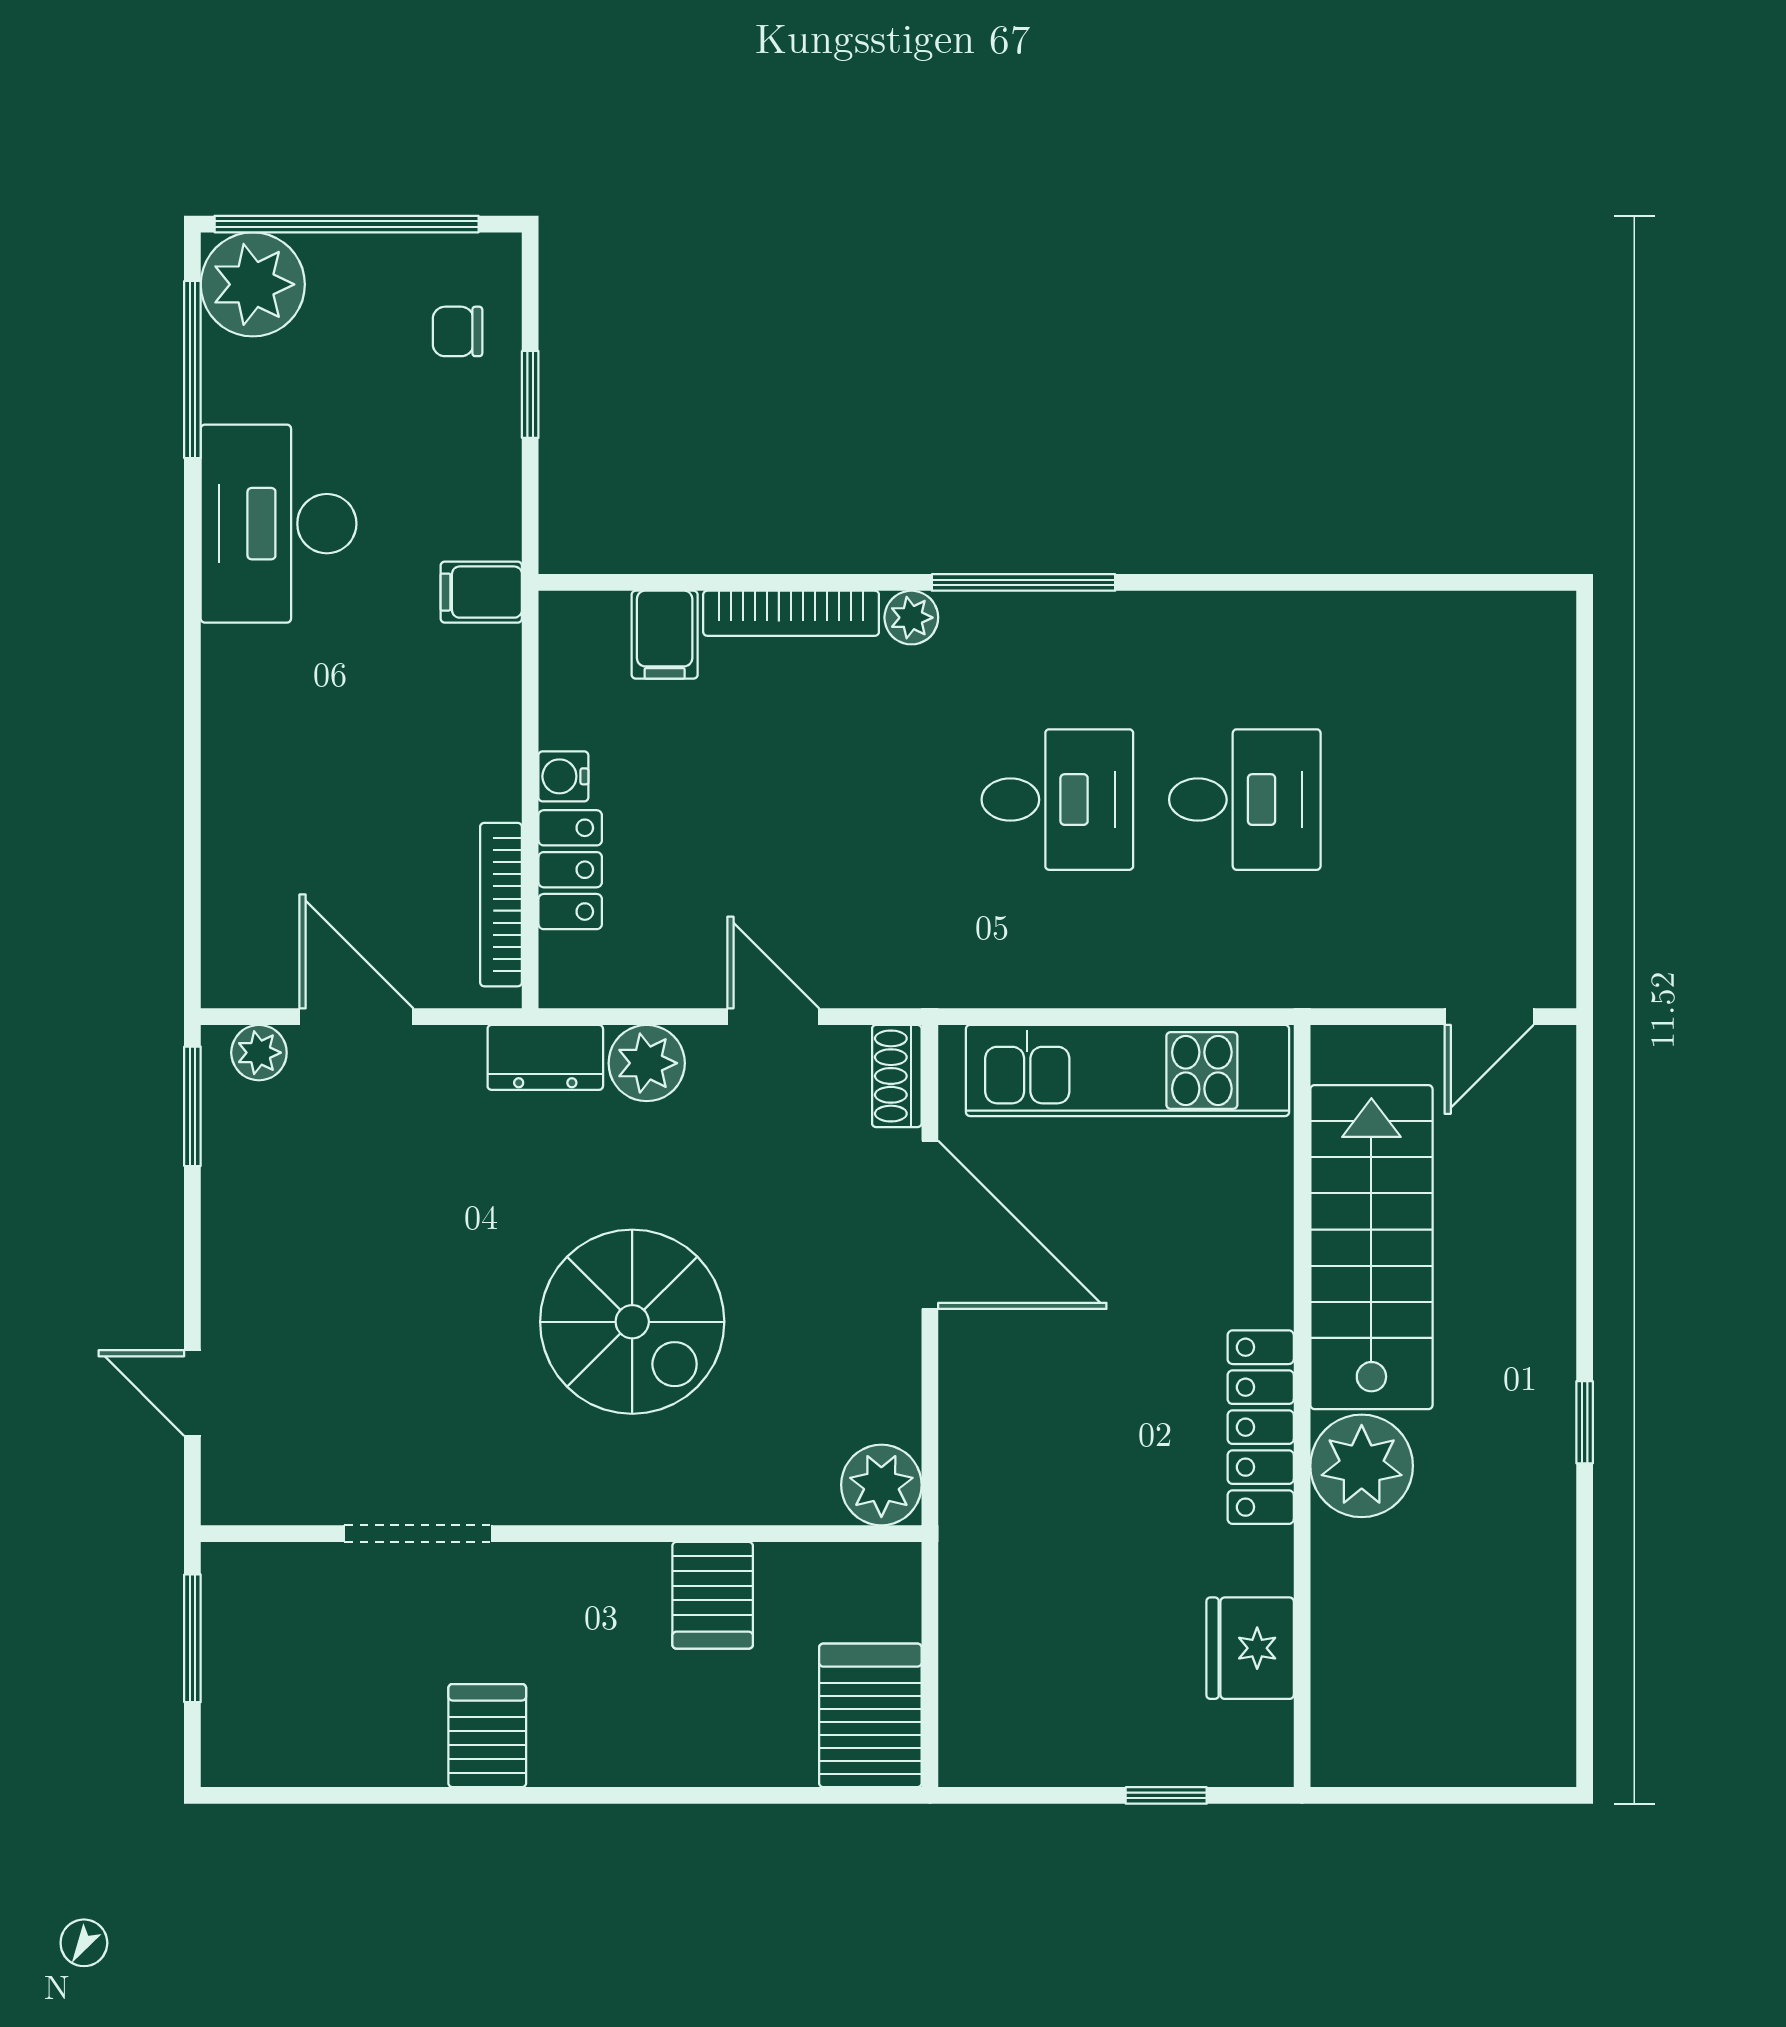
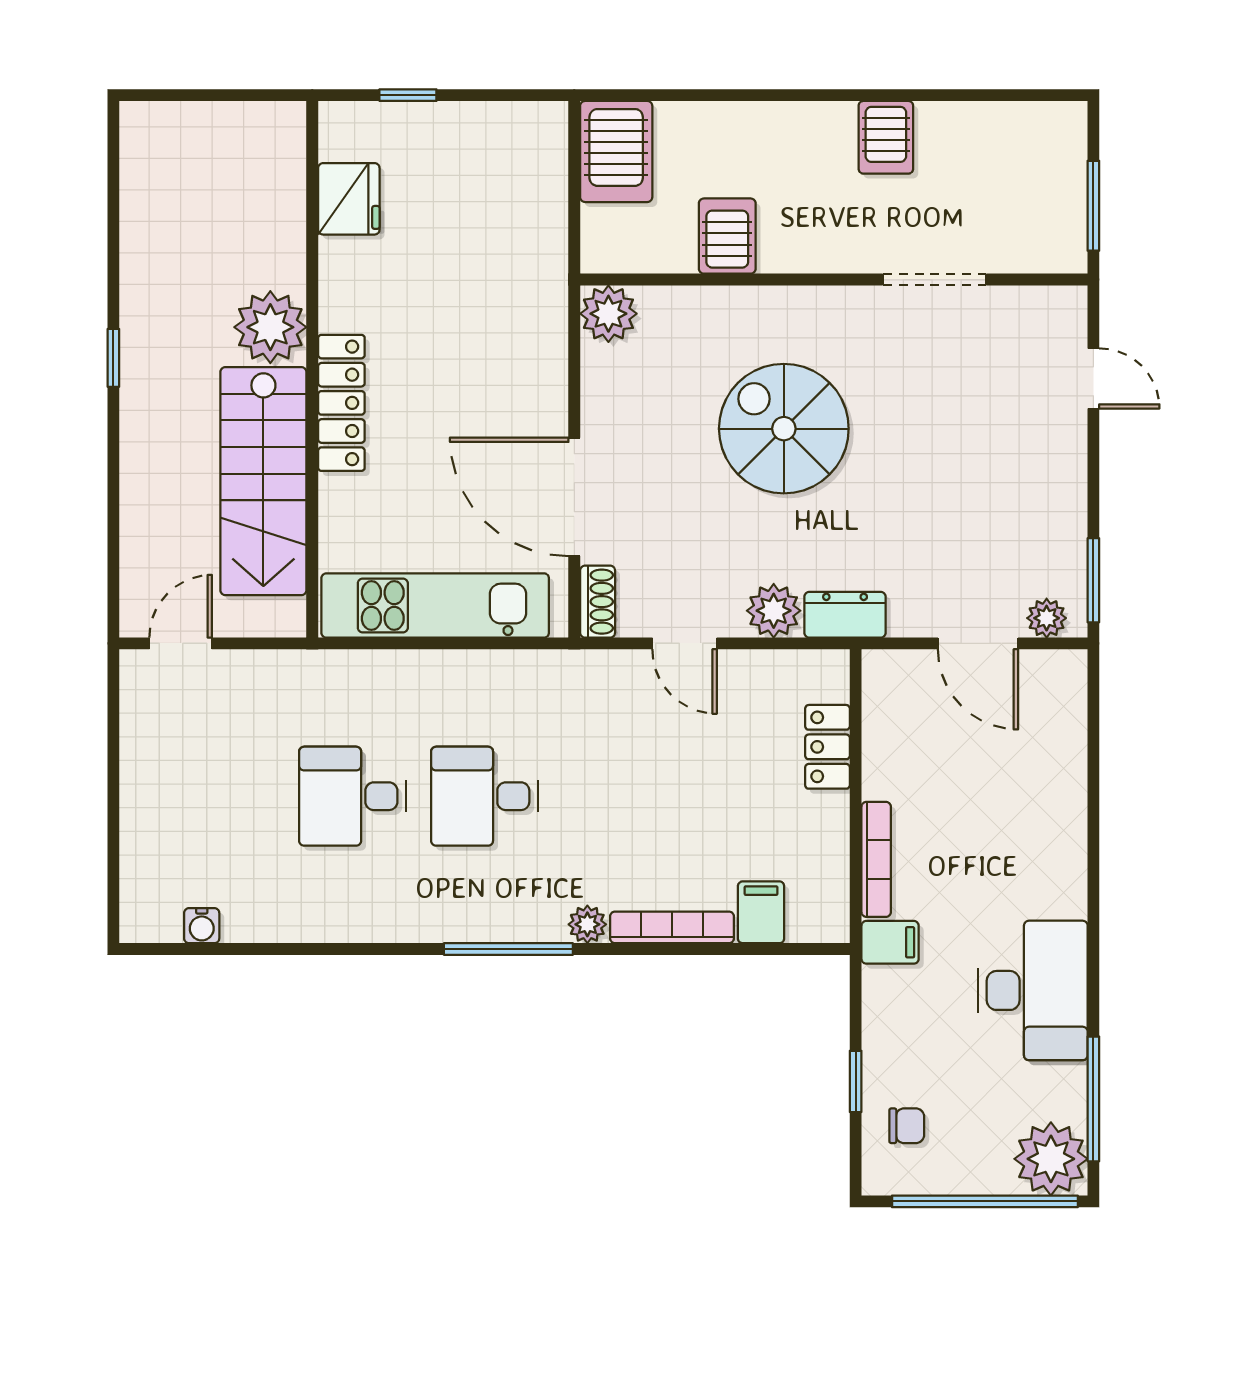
water cooler: (563, 776) -> (202, 926), moved, turned 90
bookcase: (501, 905) -> (876, 859), moved
locker: (1261, 1427) -> (341, 403), moved

